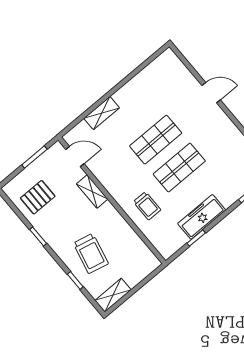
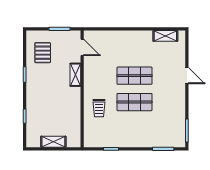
shelving: (102, 113) -> (165, 36), moved
pallet: (38, 197) -> (43, 53), turned 90
freezer: (202, 217) -> (124, 140), removed
trolley: (91, 253) -> (46, 108), removed
shelving: (113, 295) -> (53, 142), moved

